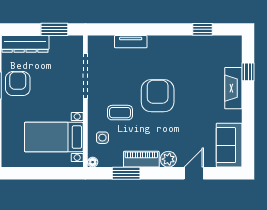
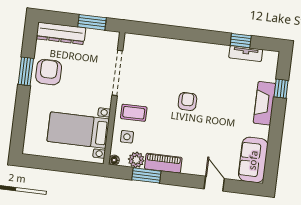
tv unit: (131, 42) -> (246, 54), moved
armchair: (158, 96) -> (187, 101), width x0.53, depth x0.53
coffee table: (120, 113) -> (134, 113), moved
plant: (168, 159) -> (136, 160), moved
door: (194, 173) -> (214, 184), hinge flipped

